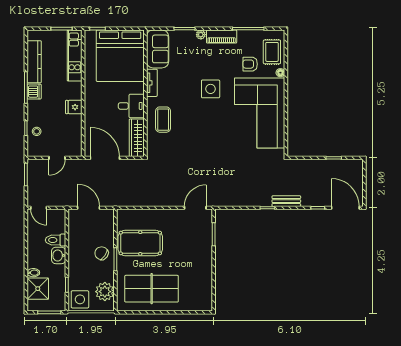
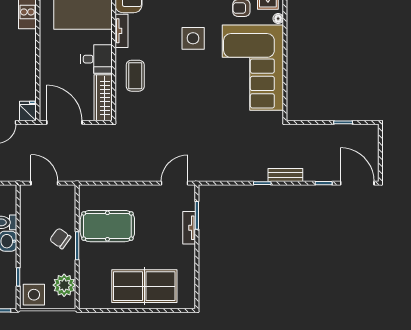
fridge: (74, 107) -> (28, 111), moved, turned 90
tv unit: (207, 244) -> (189, 228), added
table tennis table: (152, 289) -> (144, 286), moved

